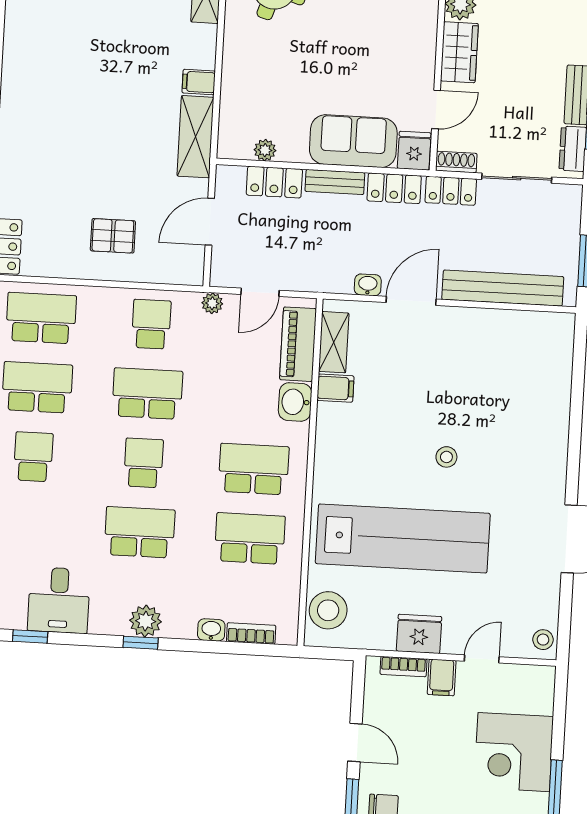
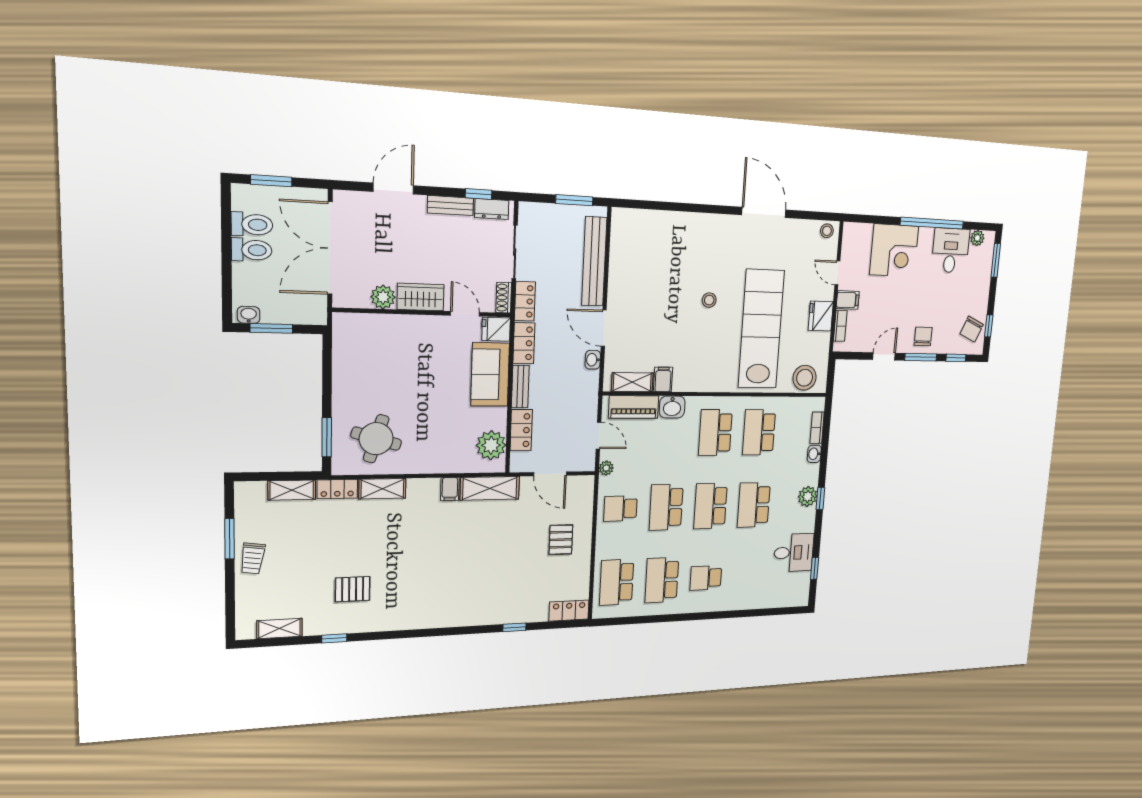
plant: (265, 150) -> (491, 445), width x1.87, depth x1.87
school desk: (143, 463) -> (711, 506), width x1.85

